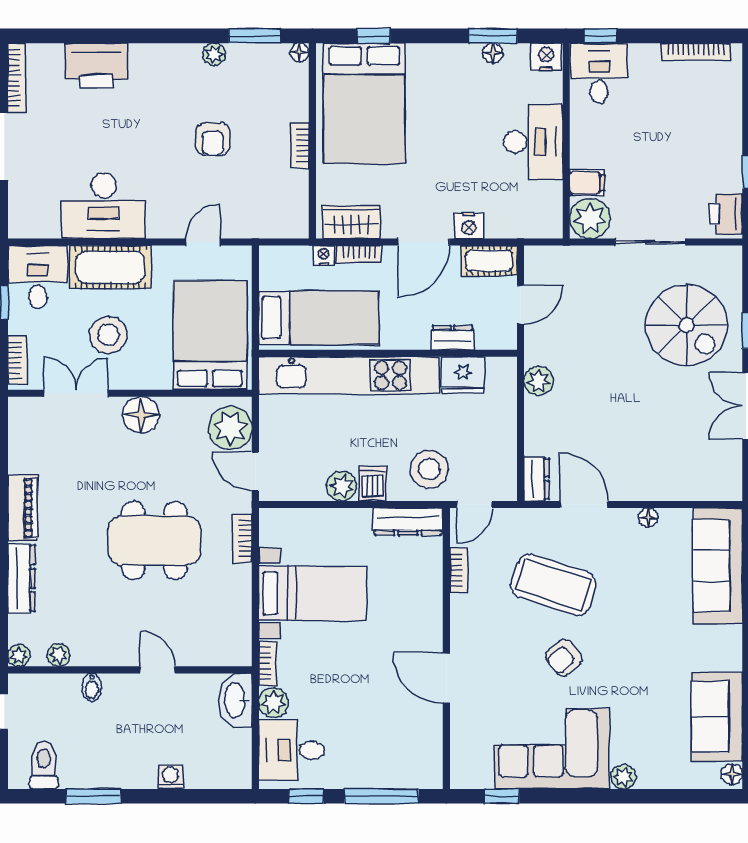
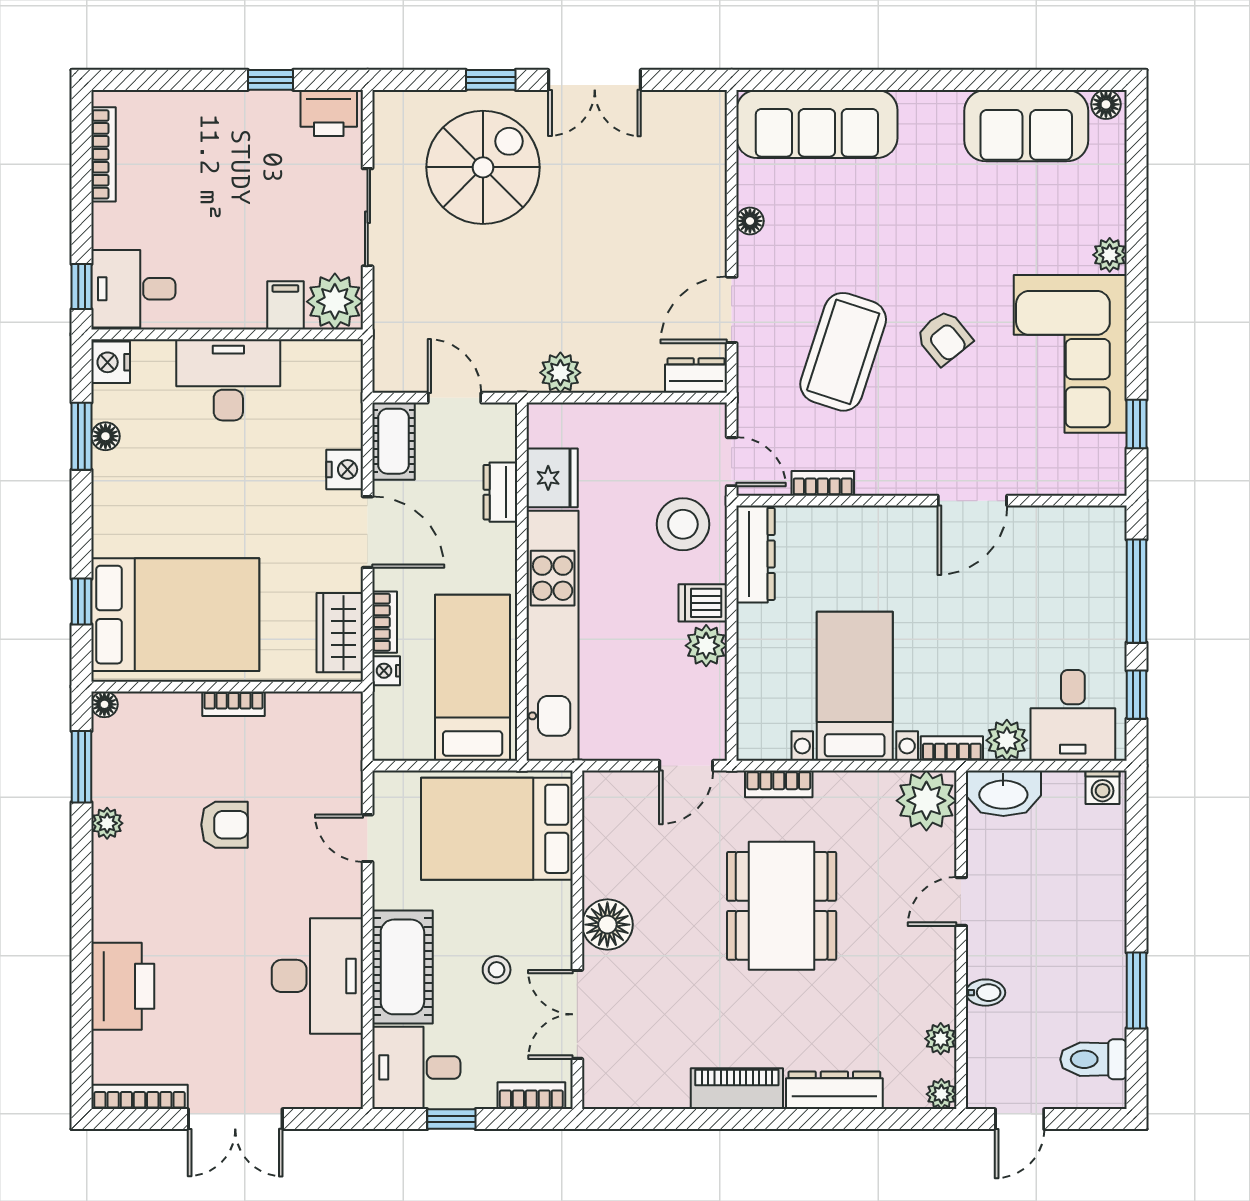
stool: (108, 335) -> (497, 970), width x0.53, depth x0.53
plant: (230, 428) -> (926, 801), moved
washing machine: (170, 777) -> (1103, 787), moved, turned -90

